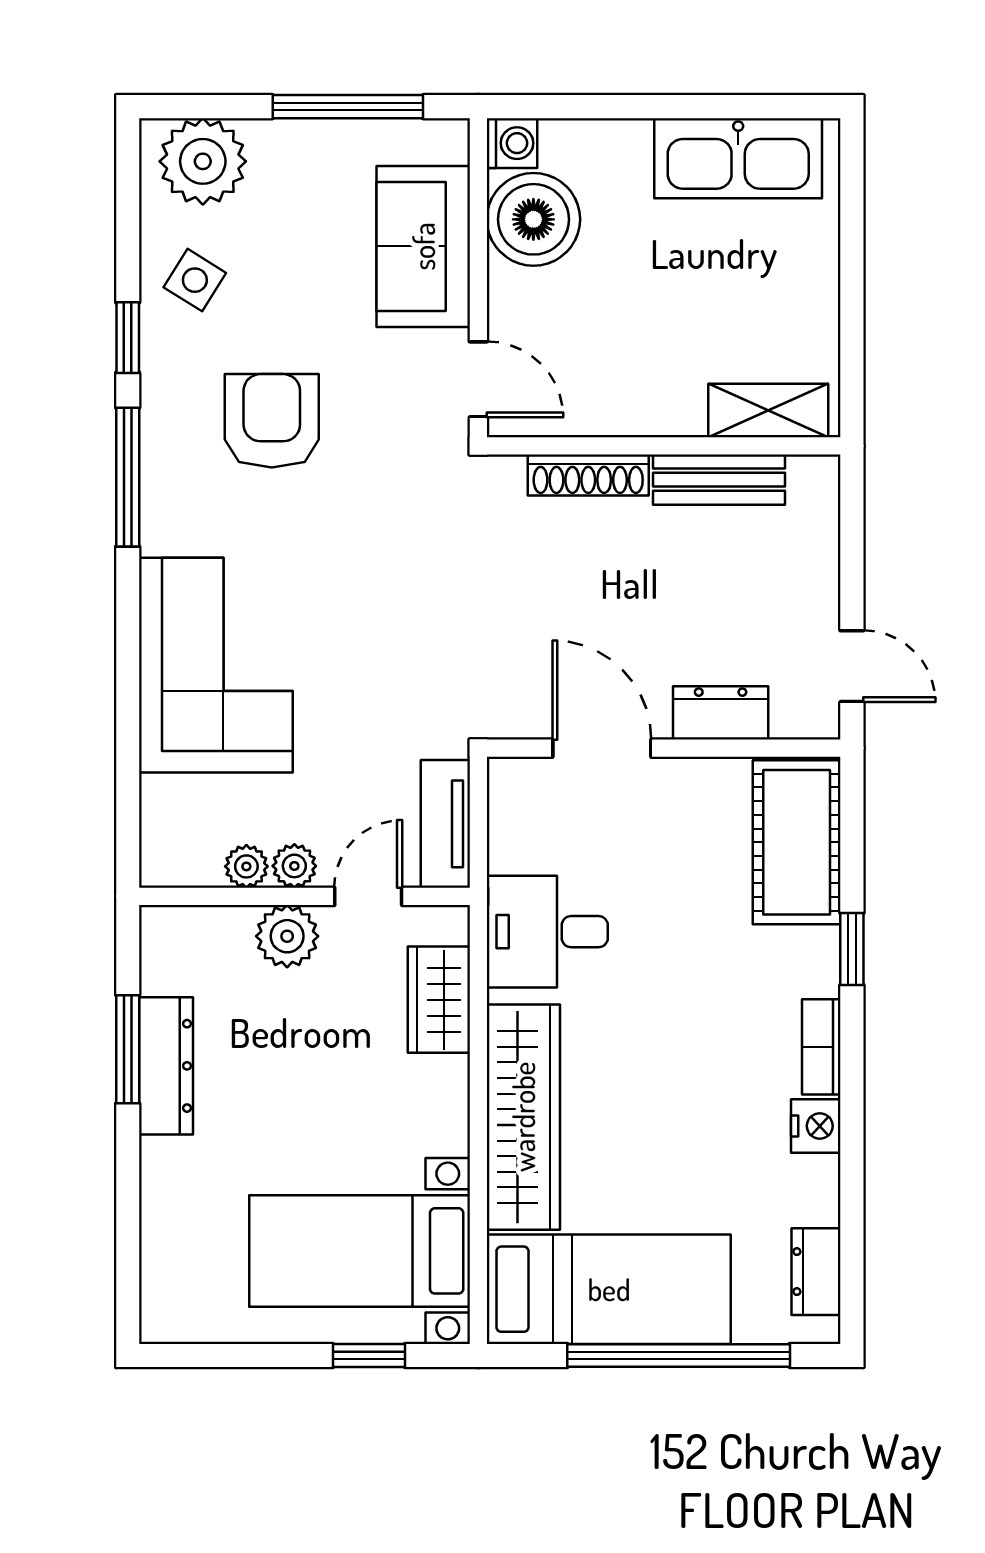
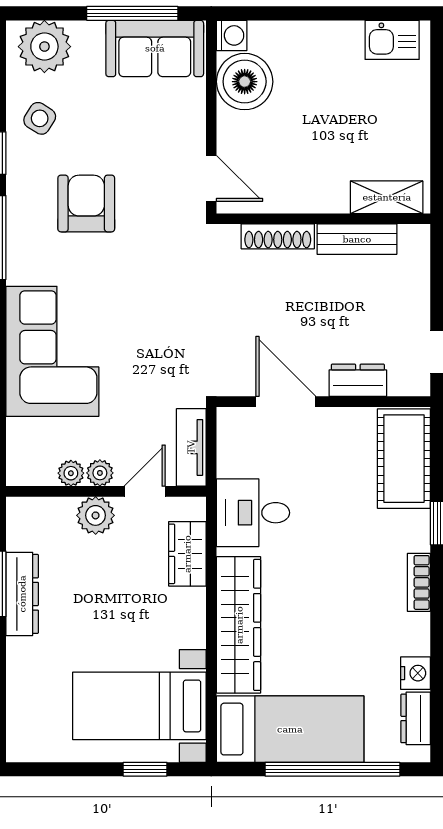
kitchen sink: (738, 158) -> (392, 40), width x0.53, depth x0.81
sofa: (423, 246) -> (155, 48), moved, turned -90
nightstand: (816, 1126) -> (415, 673), moved

